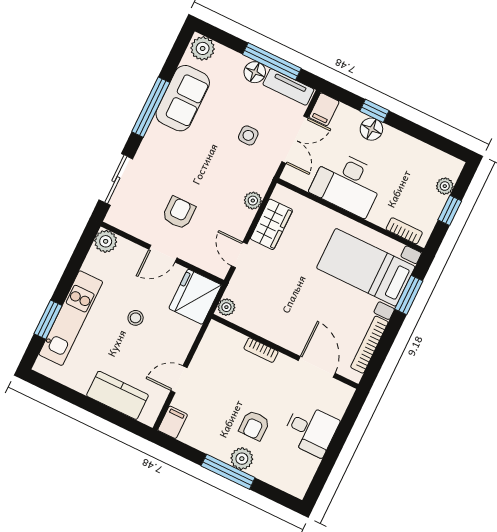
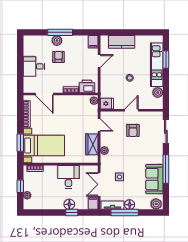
desk: (347, 183) -> (68, 177), width x0.73
plant: (106, 241) -> (158, 93), moved
fridge: (195, 297) -> (107, 104), width x0.53, depth x0.75
printer: (227, 341) -> (87, 86), added

